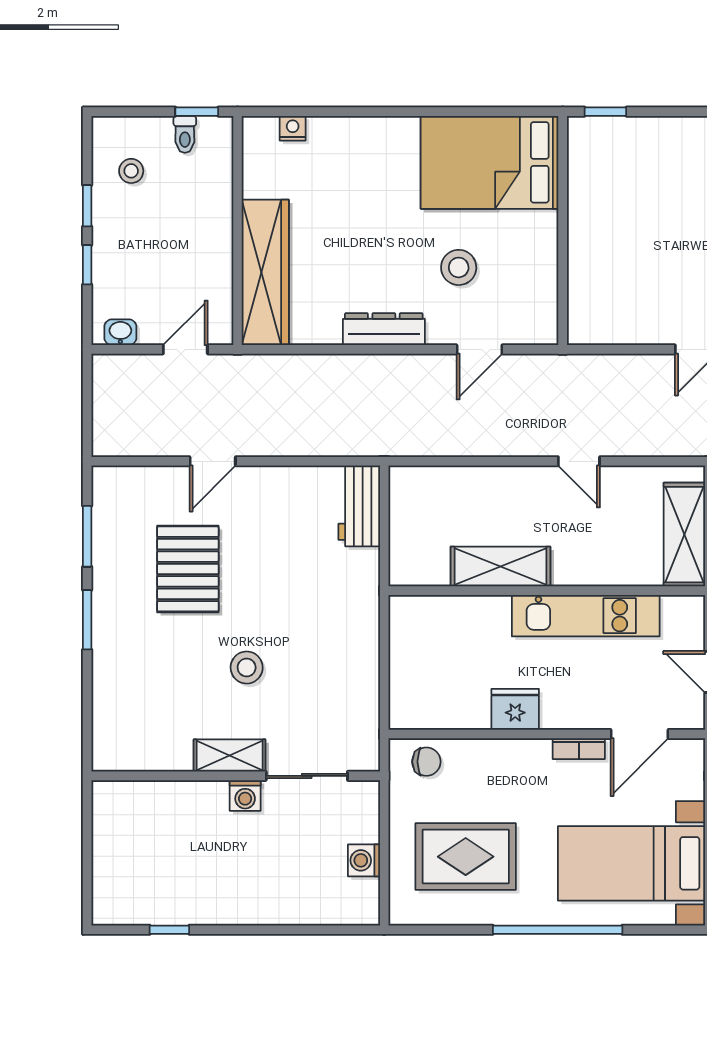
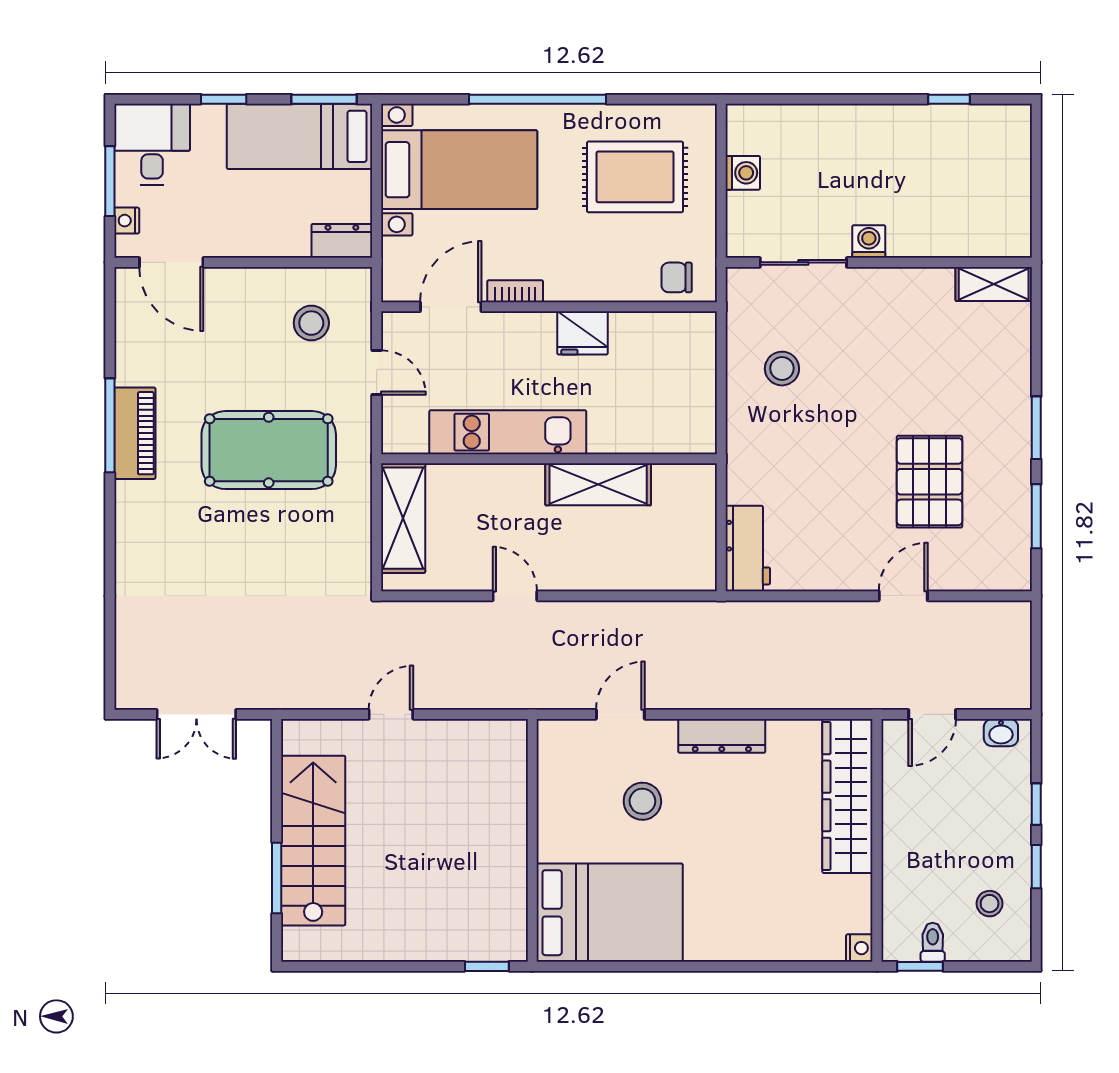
nightstand: (293, 128) -> (859, 948), moved, turned -90
stool: (247, 668) -> (782, 369), moved
shelving: (230, 756) -> (994, 284), moved

